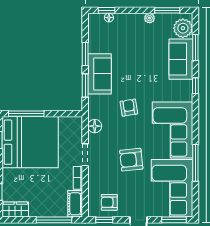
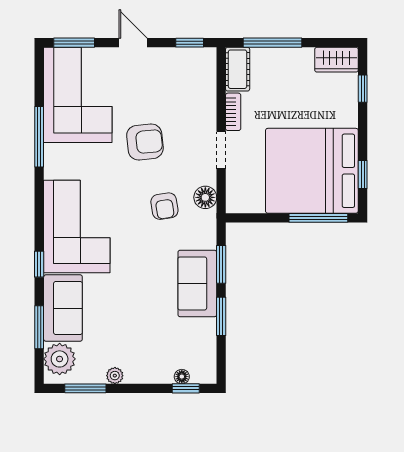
armchair: (129, 108) -> (164, 206), moved
corner sofa: (172, 130) -> (77, 226), moved
armchair: (109, 202) -> (181, 72), removed

